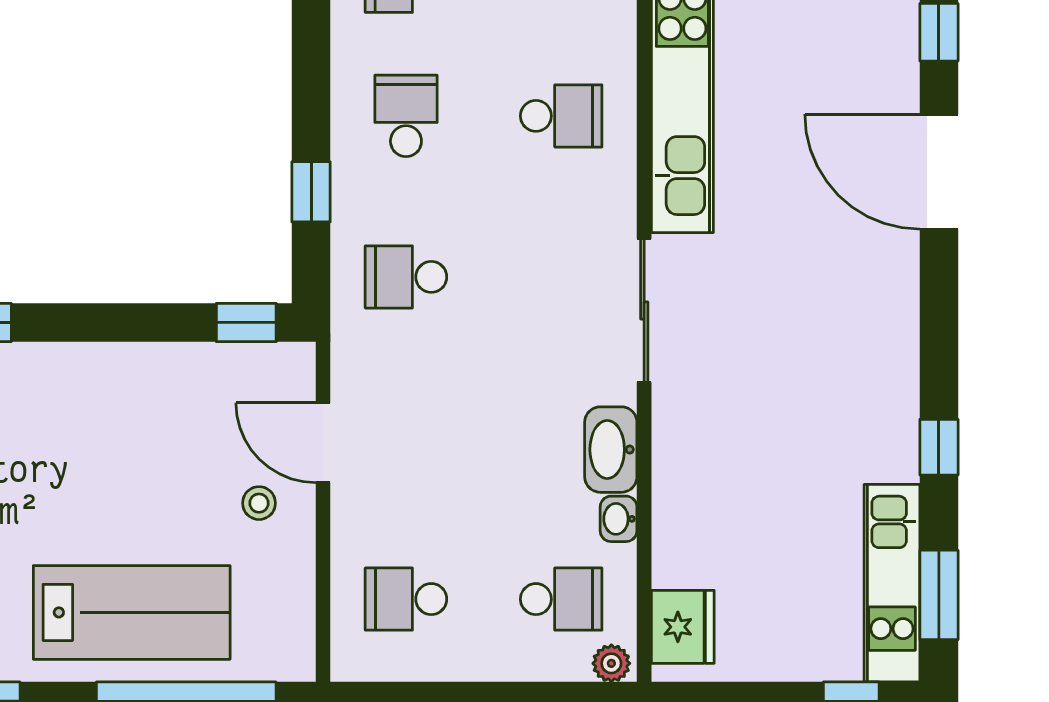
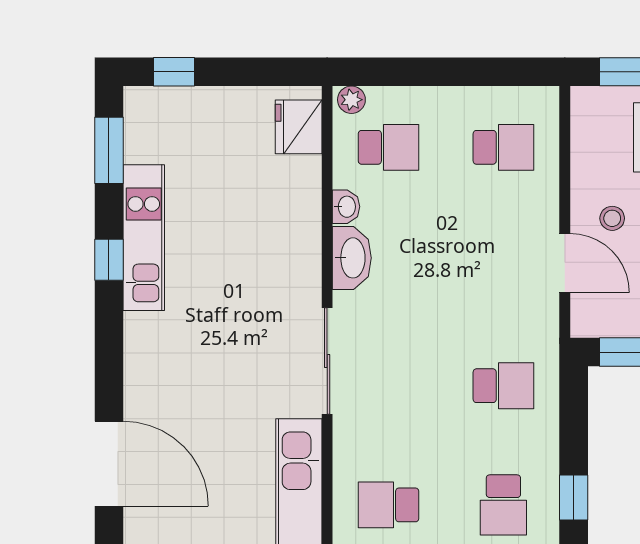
window: (311, 192) -> (574, 498), moved
kitchen unit: (892, 583) -> (144, 238), moved
school desk: (561, 599) -> (388, 147), turned 180

